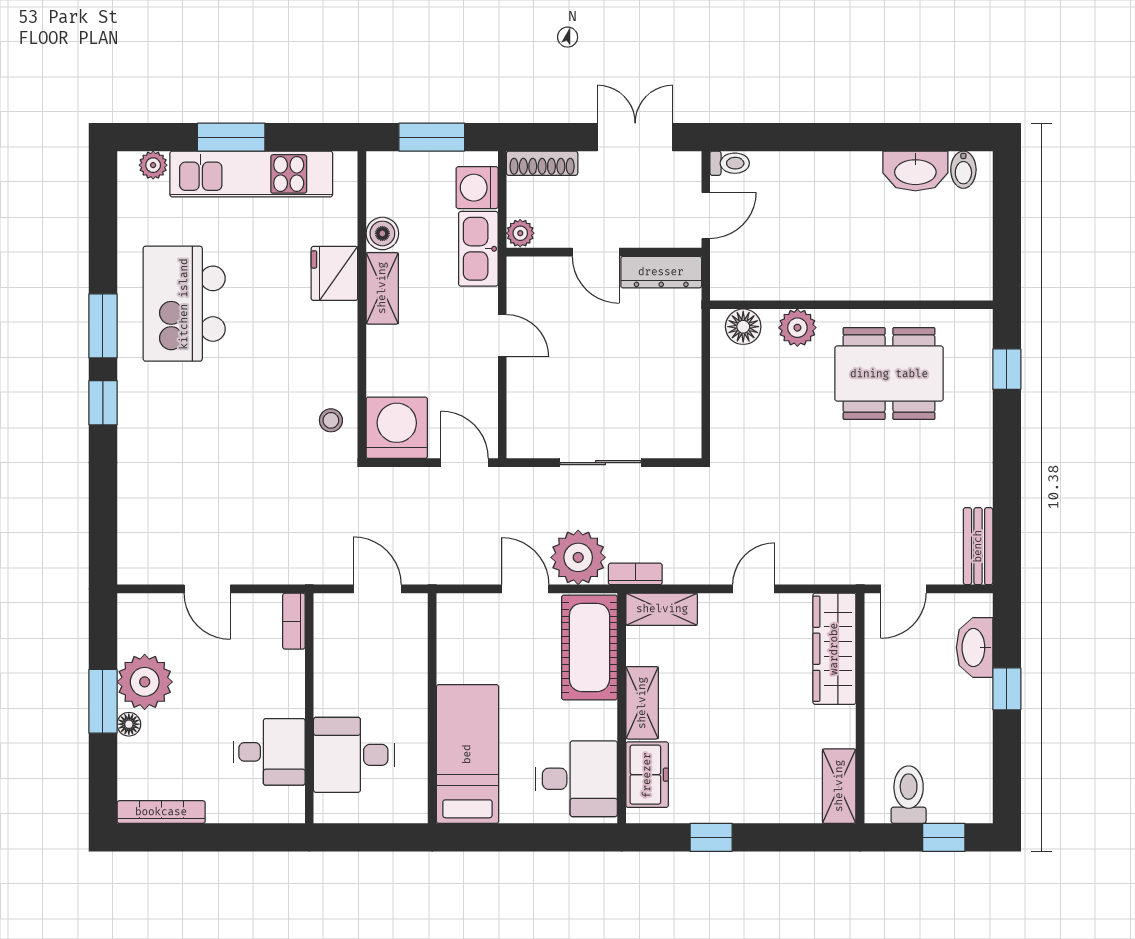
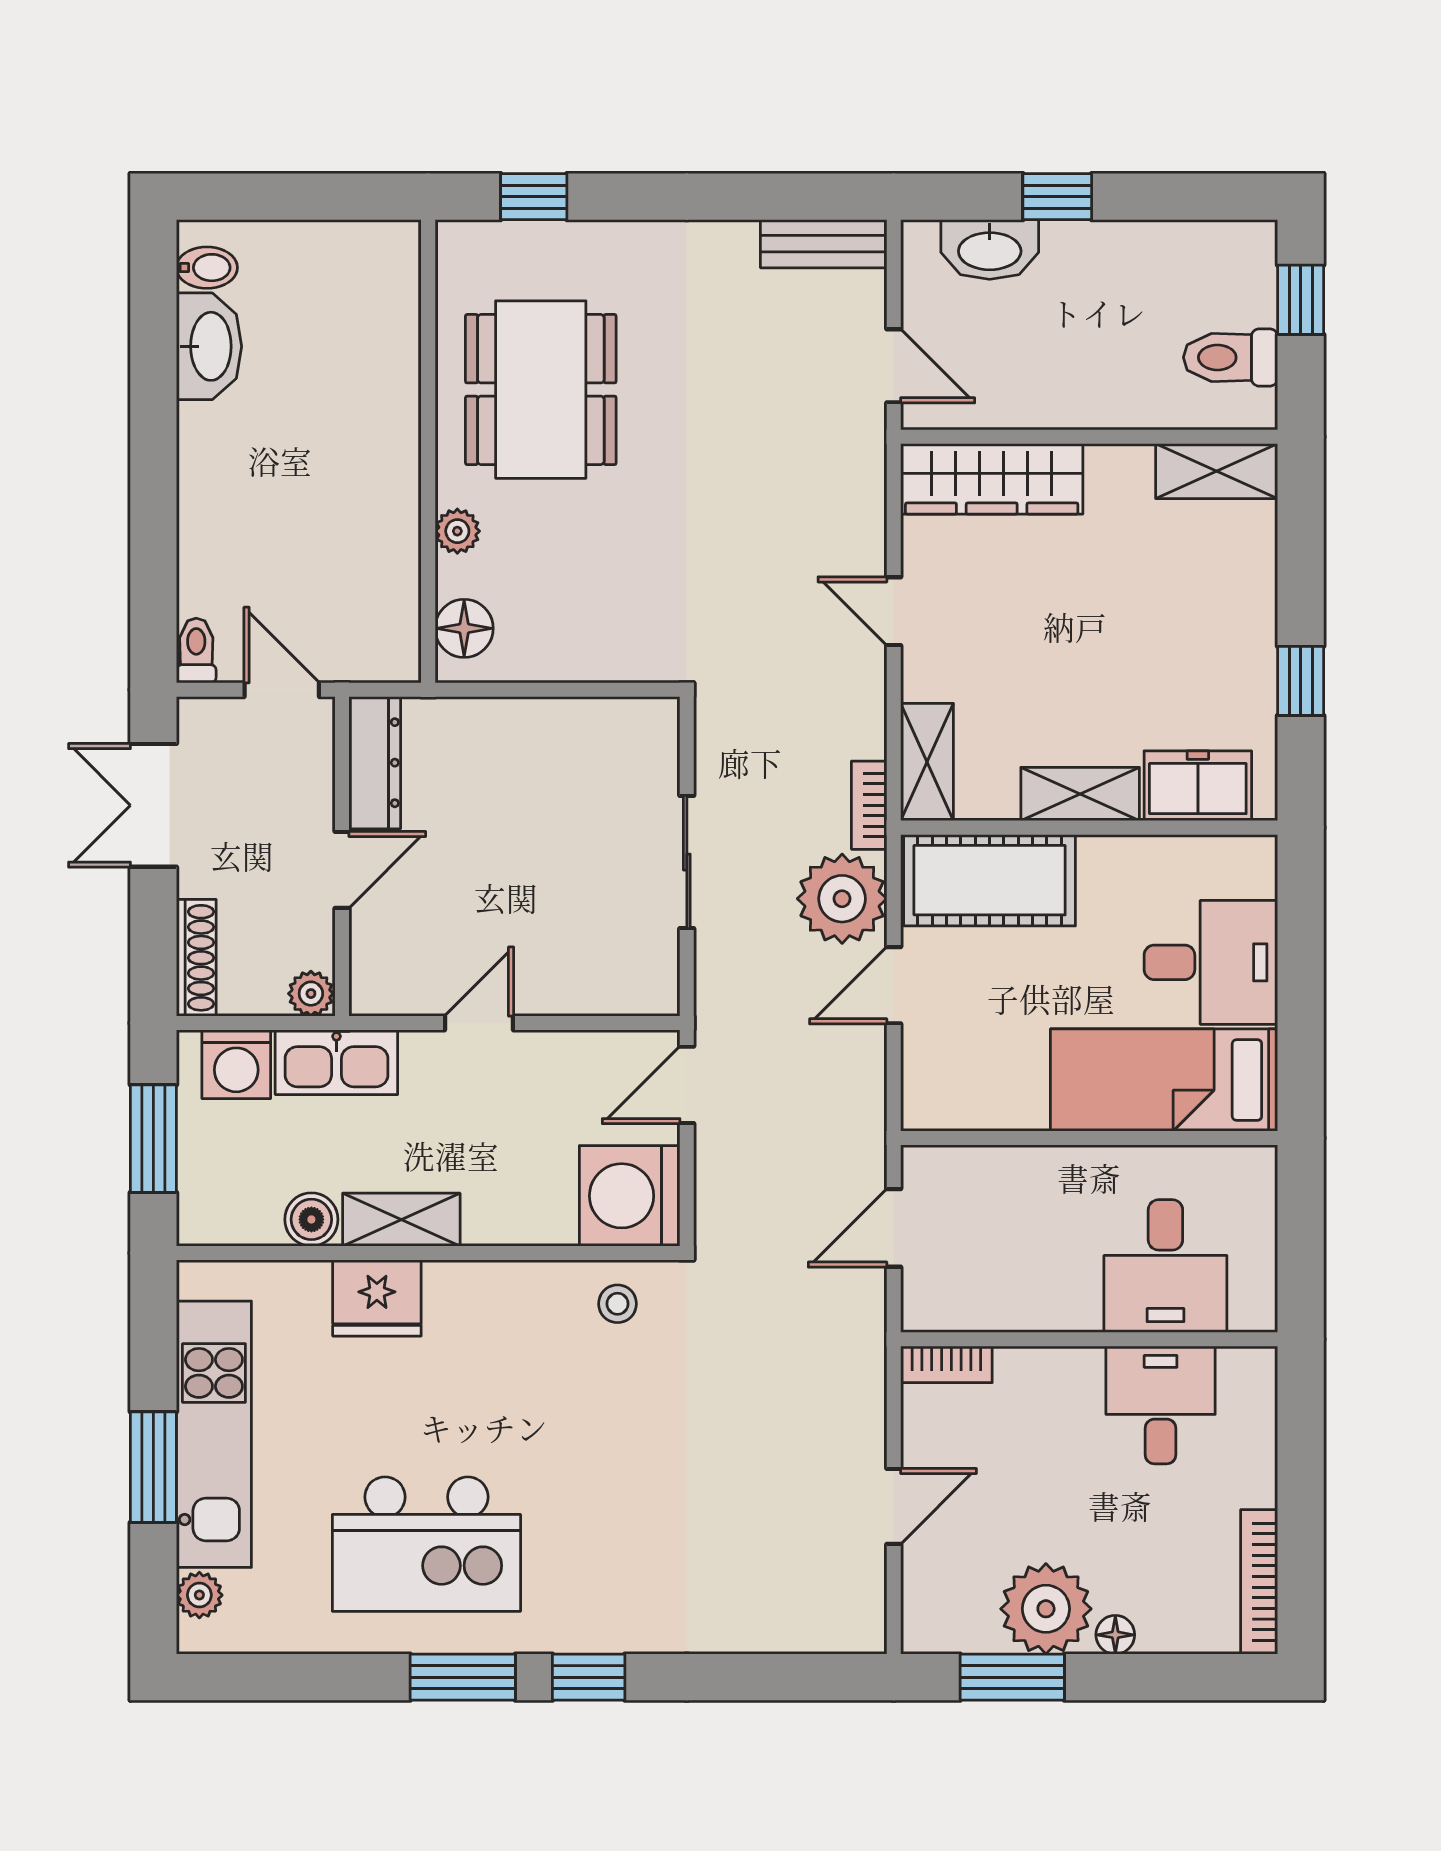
plant: (797, 328) -> (457, 531), width x0.73, depth x0.73
window: (103, 701) -> (1012, 1677), moved
desk: (577, 779) -> (1211, 962), moved, turned 90

